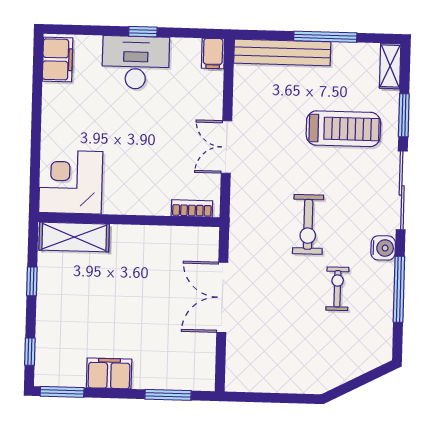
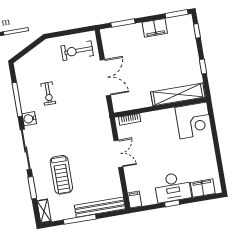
filing cabinet: (58, 59) -> (203, 188), moved, turned 90
treadmill: (343, 129) -> (61, 175), turned -90
exercise bike: (308, 224) -> (77, 51), moved, turned -90
shelving: (74, 237) -> (178, 94), width x1.47

